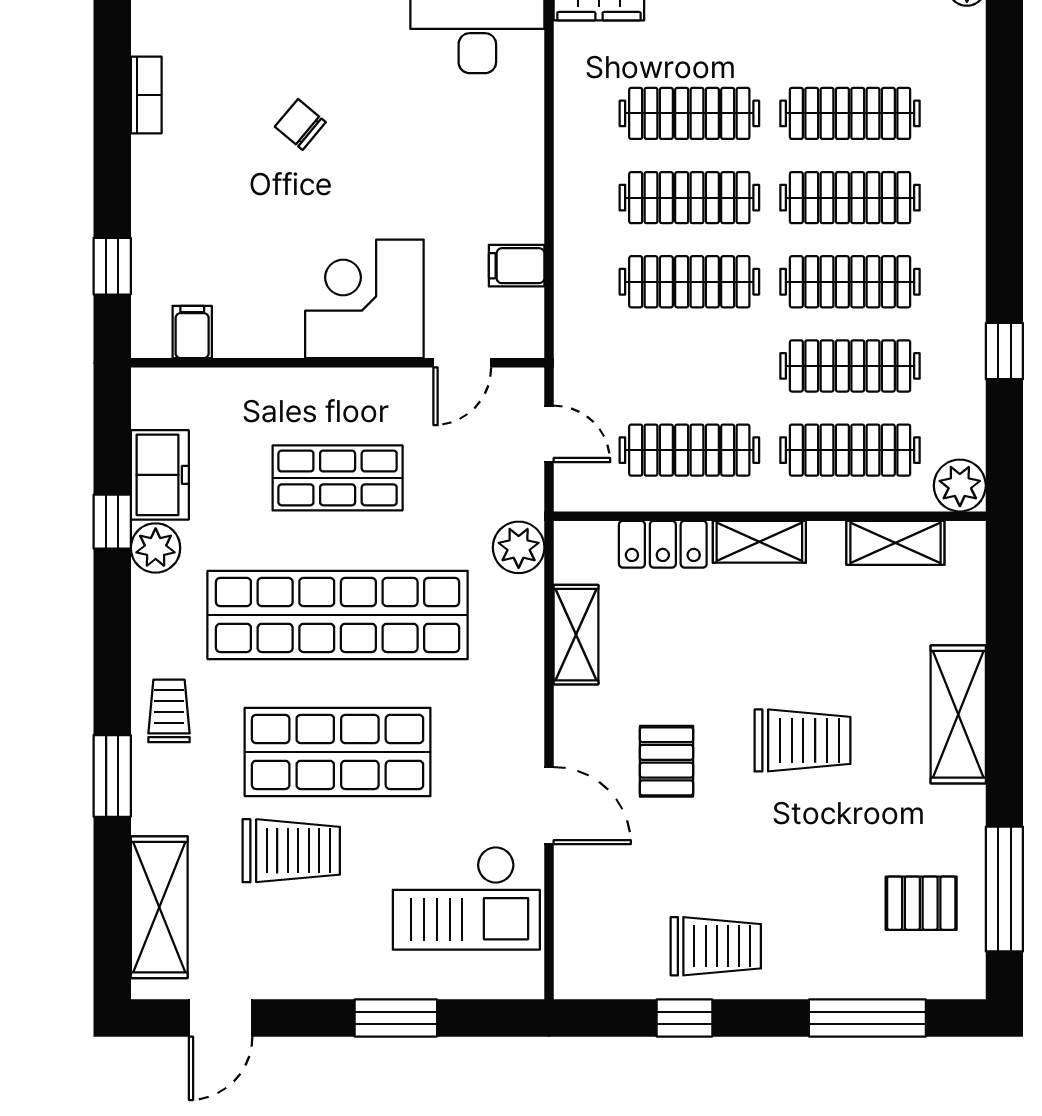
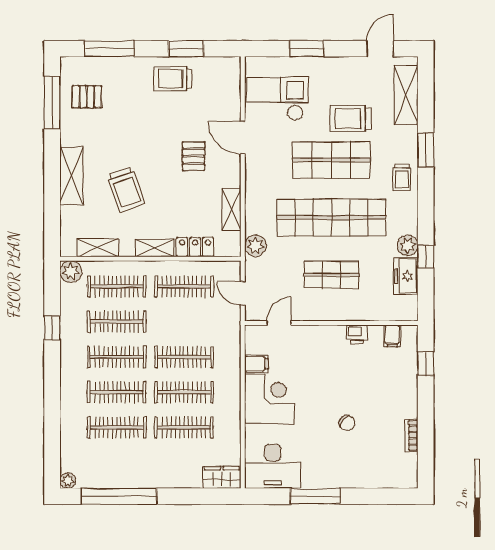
corner desk: (364, 299) -> (270, 399), moved, turned -90
printer: (276, 335) -> (357, 334), added
trolley: (803, 740) -> (126, 189), moved, turned -109
window: (684, 1018) -> (186, 49), width x1.50

